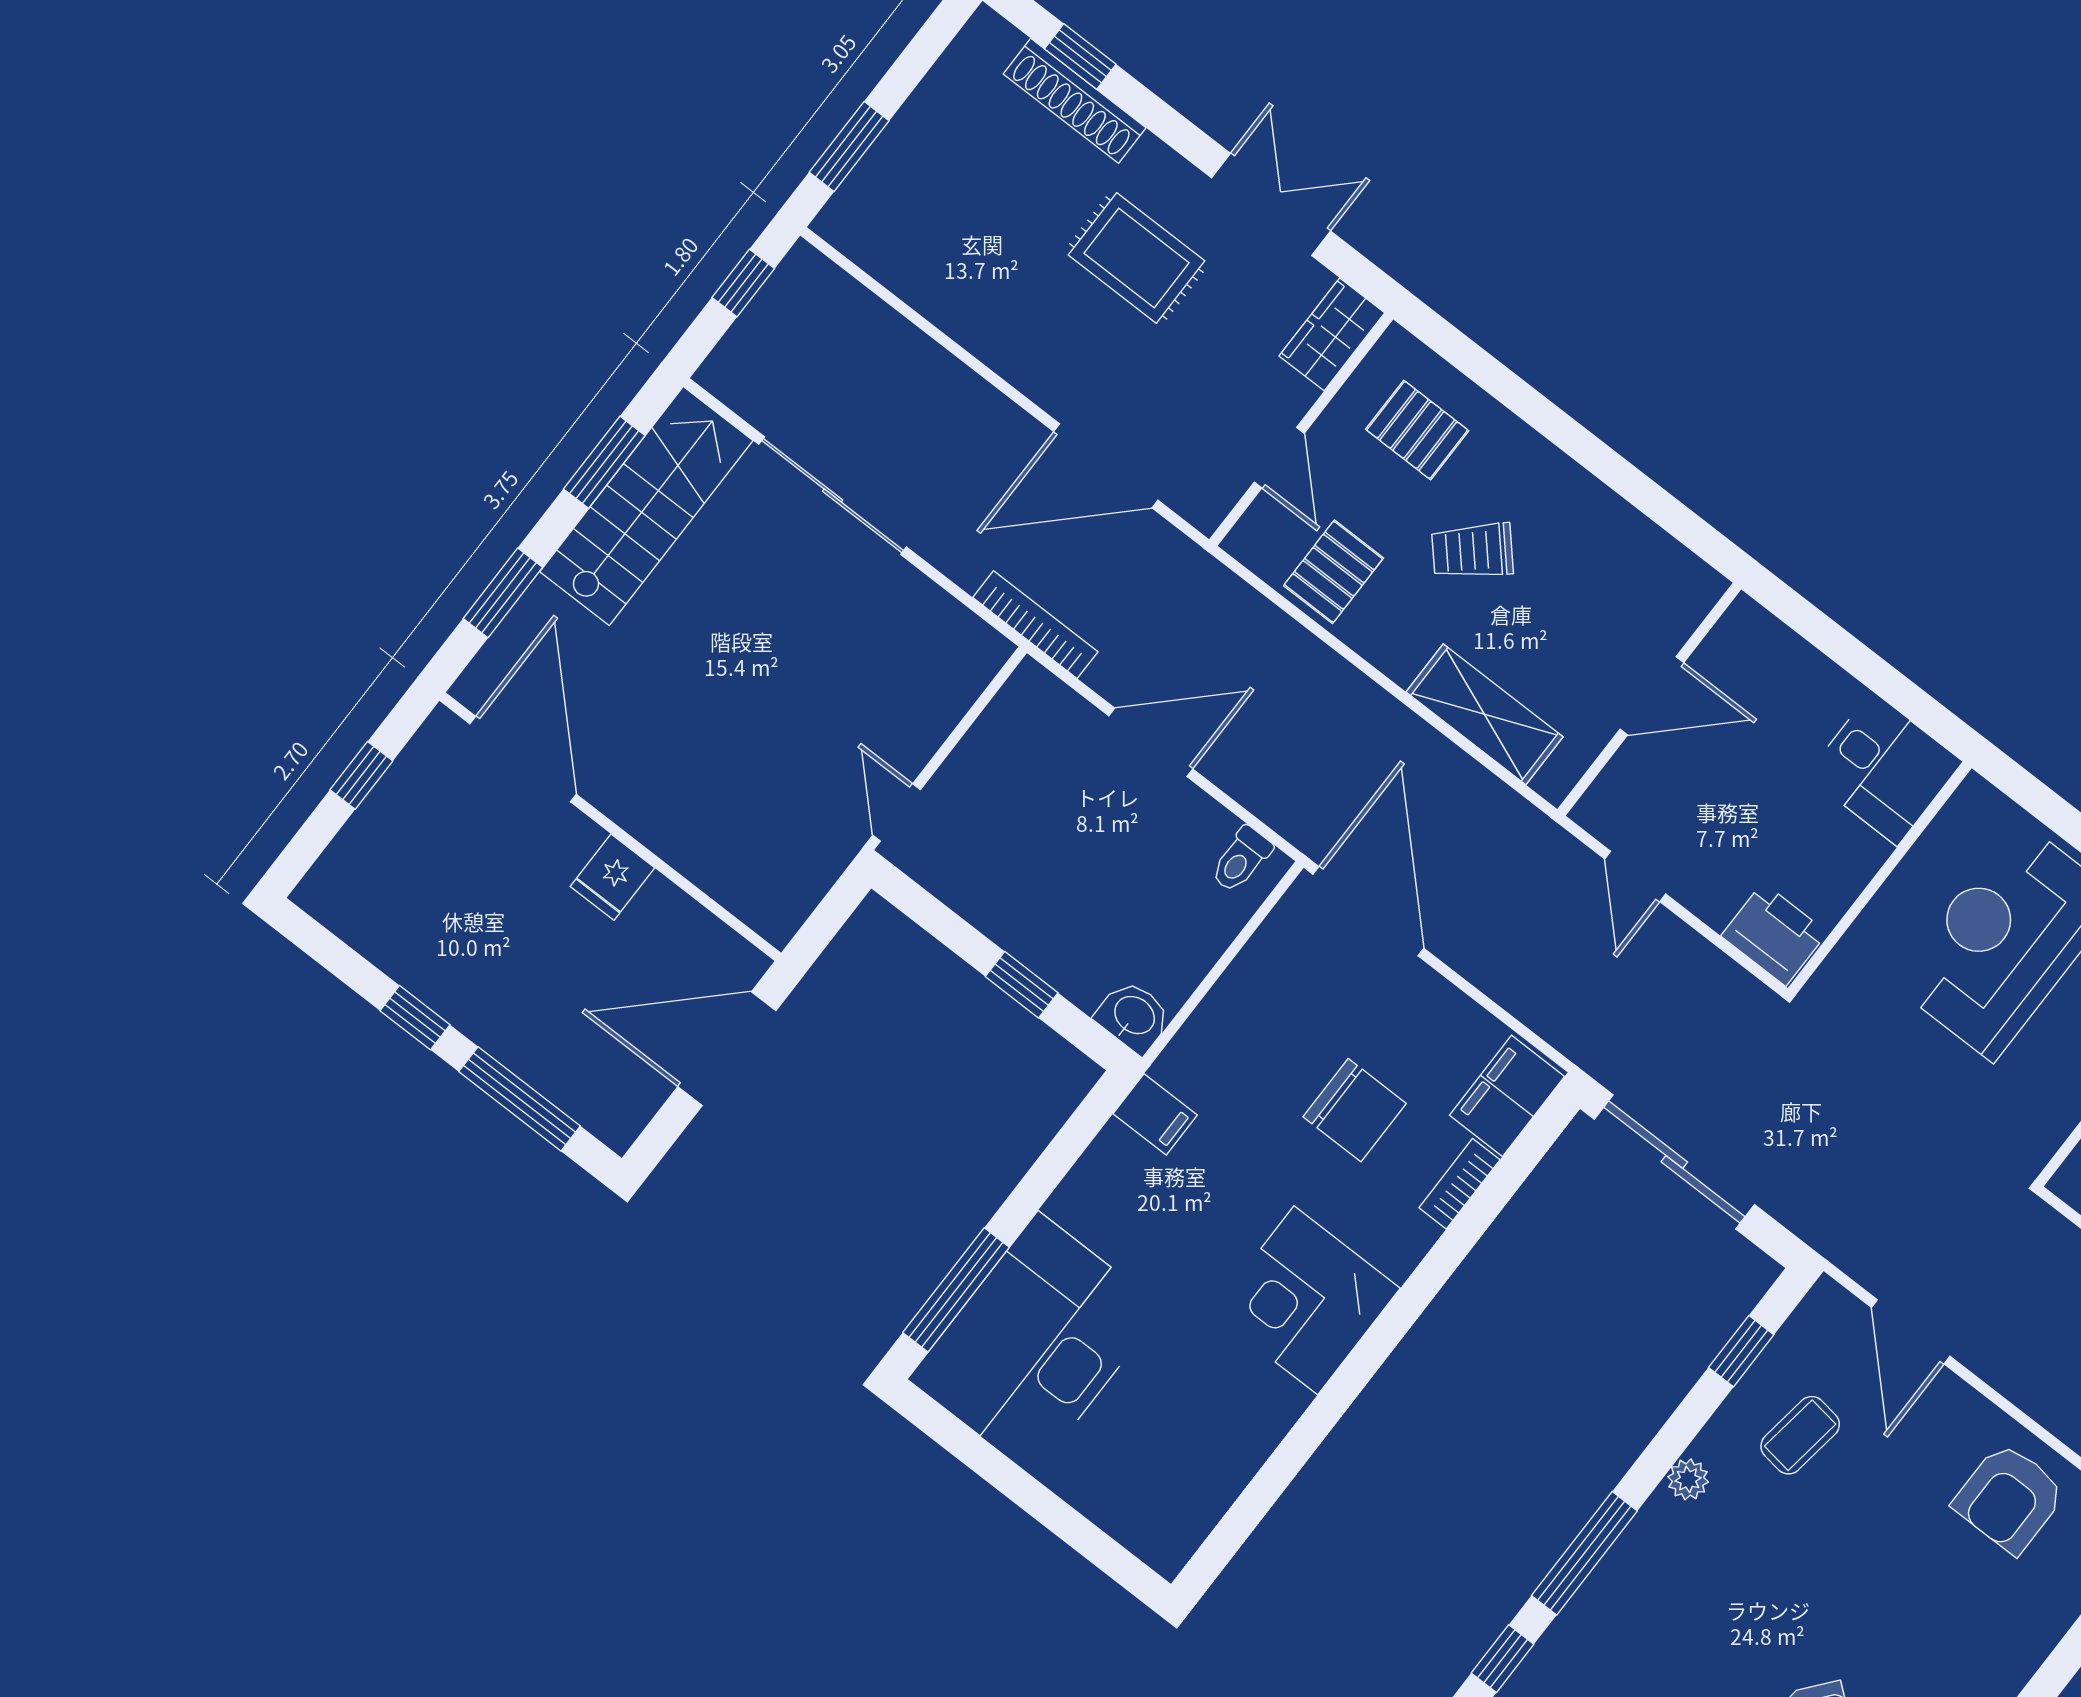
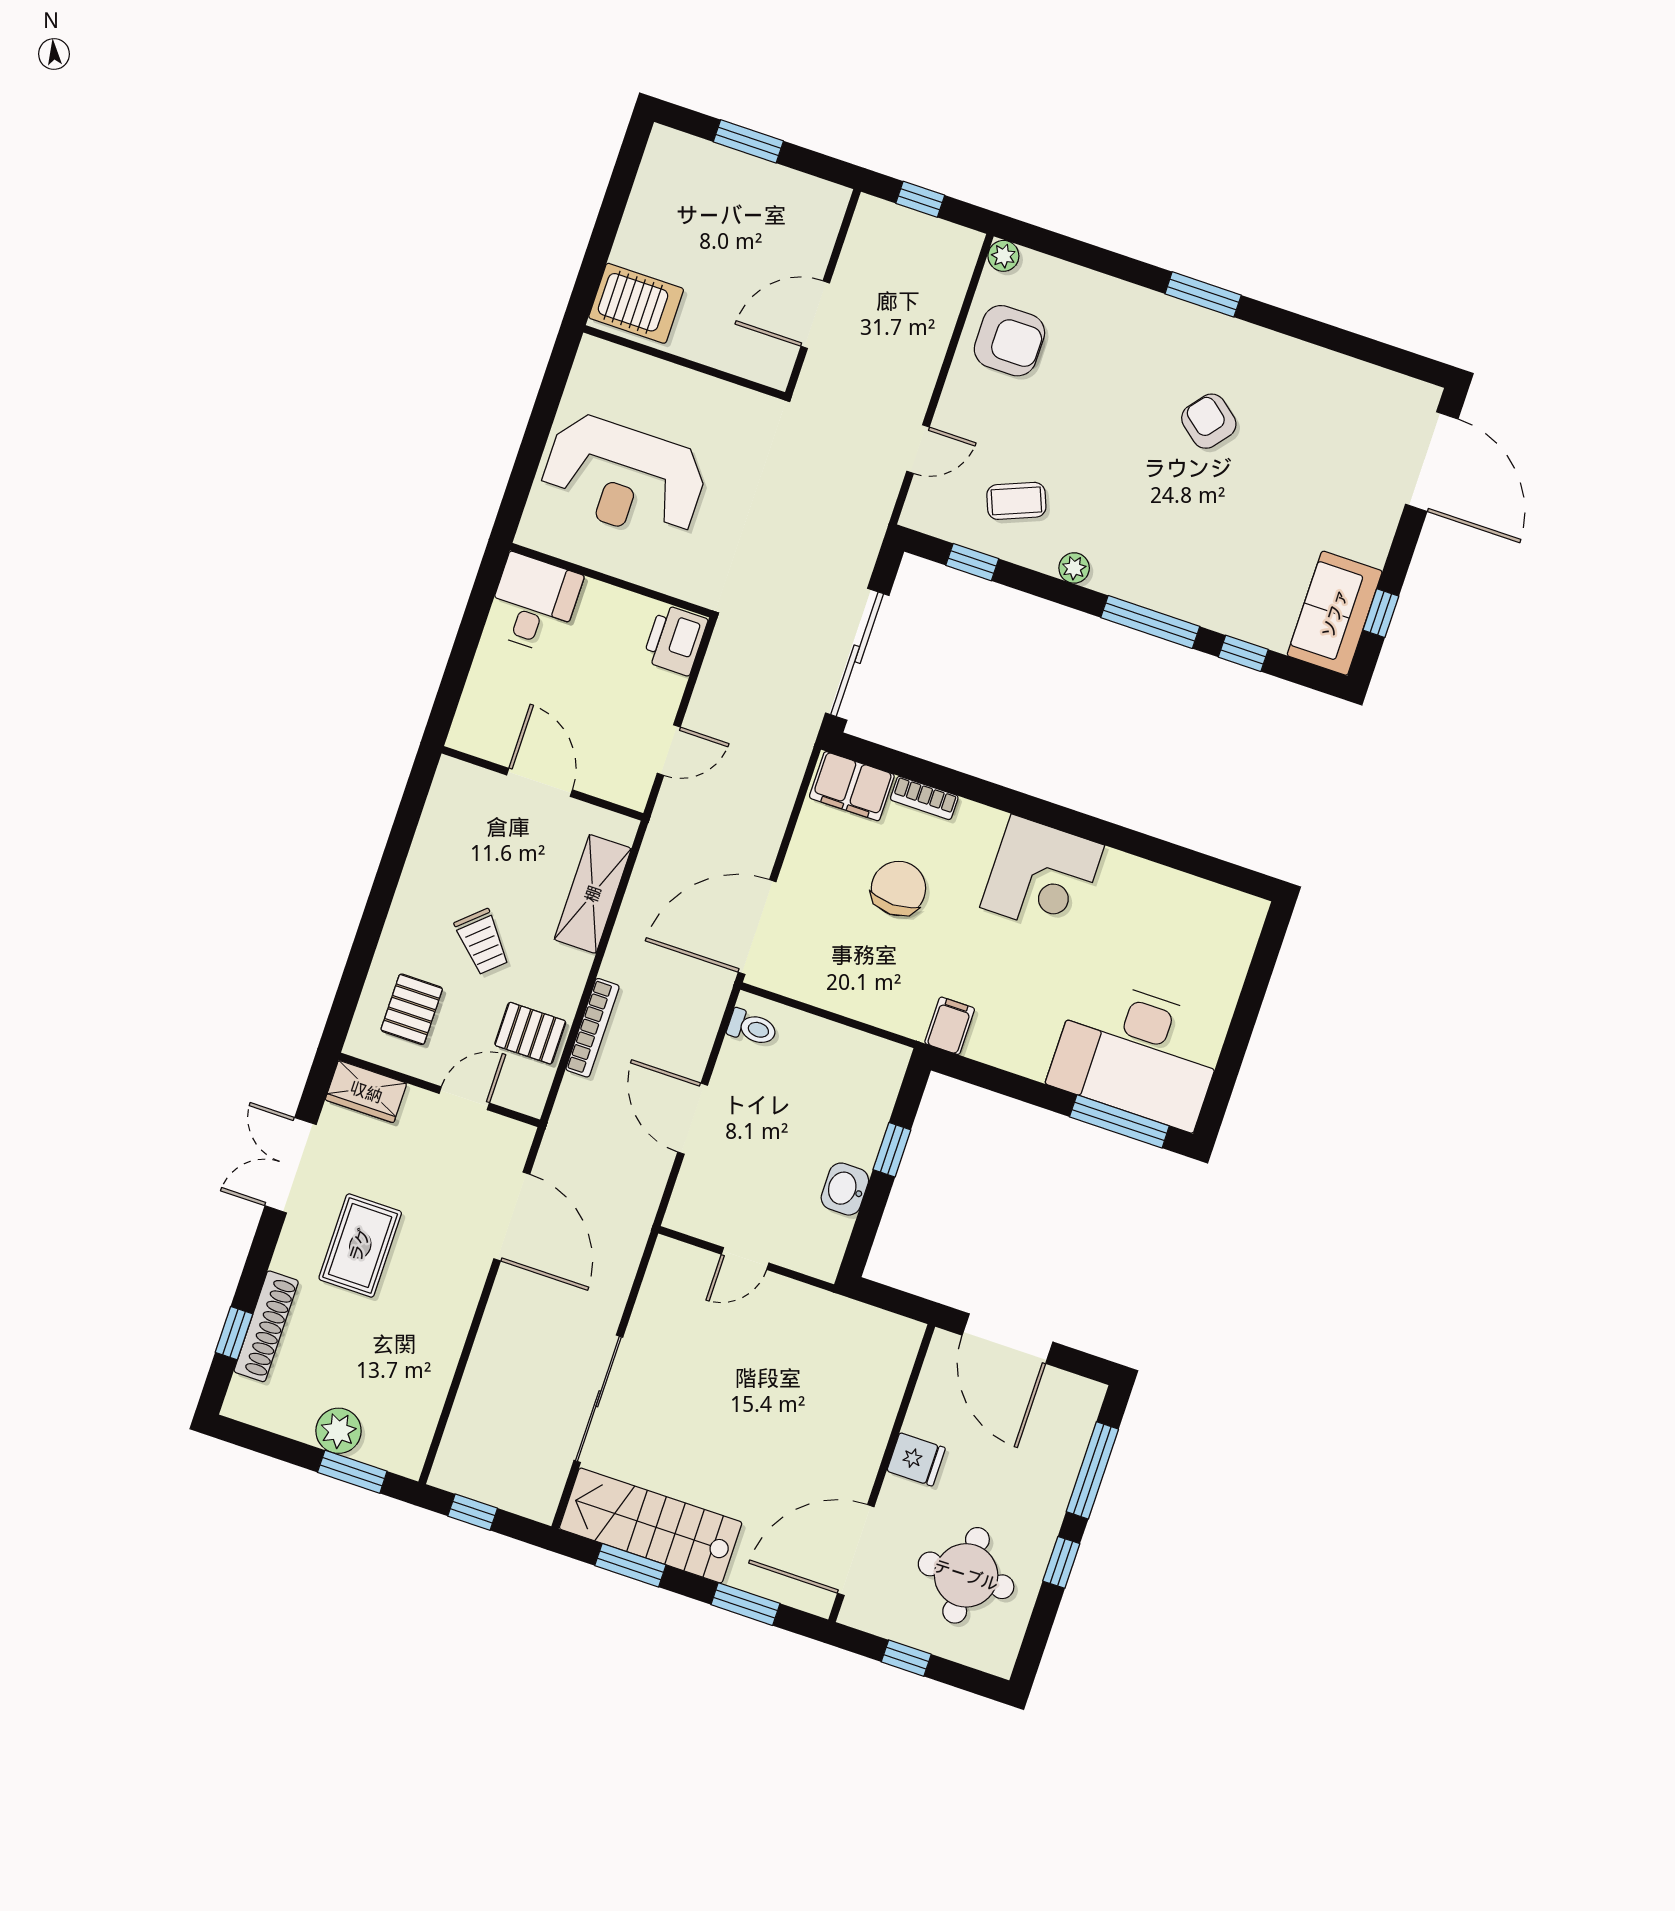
plant: (908, 147) -> (338, 1431), added
bookcase: (1035, 625) -> (593, 1028), moved, turned 180
door: (897, 812) -> (745, 1259), moved
round table: (441, 889) -> (966, 1575), added
washbasin: (1134, 1016) -> (845, 1189), moved
door: (1911, 1332) -> (918, 449), width x0.73
coffee table: (1800, 1435) -> (1016, 501), turned -30

